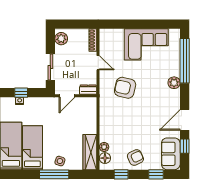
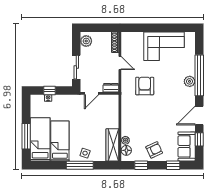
window: (185, 61) -> (199, 75), moved
armchair: (125, 88) -> (145, 86), turned 77

